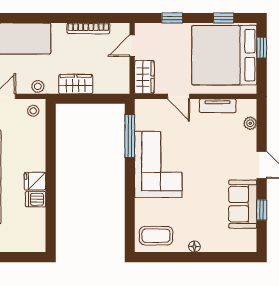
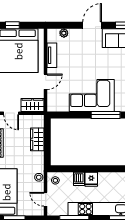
wardrobe: (76, 84) -> (37, 139), moved
window: (130, 136) -> (106, 115), moved
fridge: (35, 181) -> (91, 179), moved
dishwasher: (36, 199) -> (79, 179), moved

